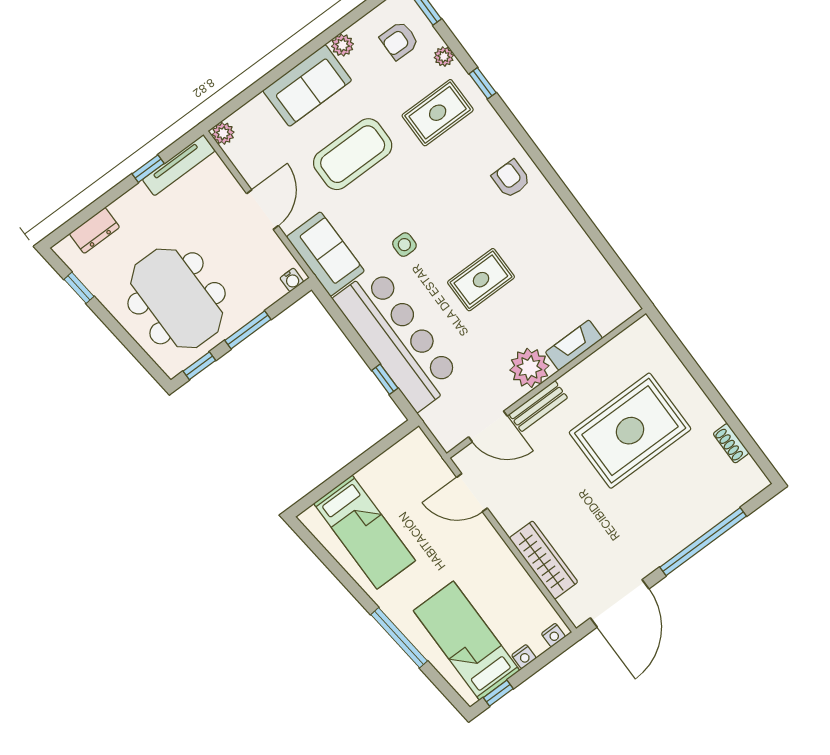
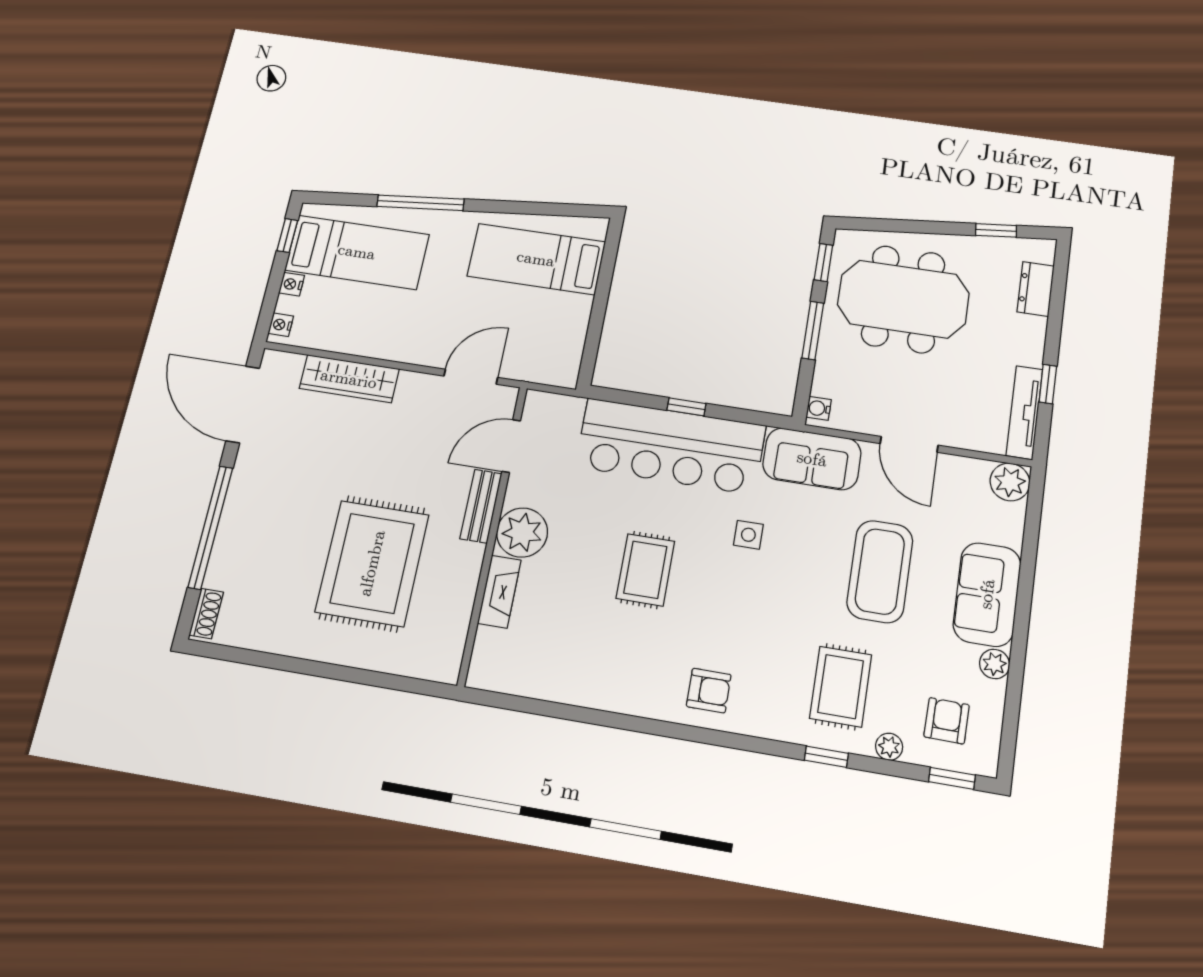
plant: (223, 133) -> (1010, 482), width x1.38, depth x1.38
window: (385, 379) -> (686, 407), moved
shoe rack: (731, 443) -> (206, 614), moved, turned 90

